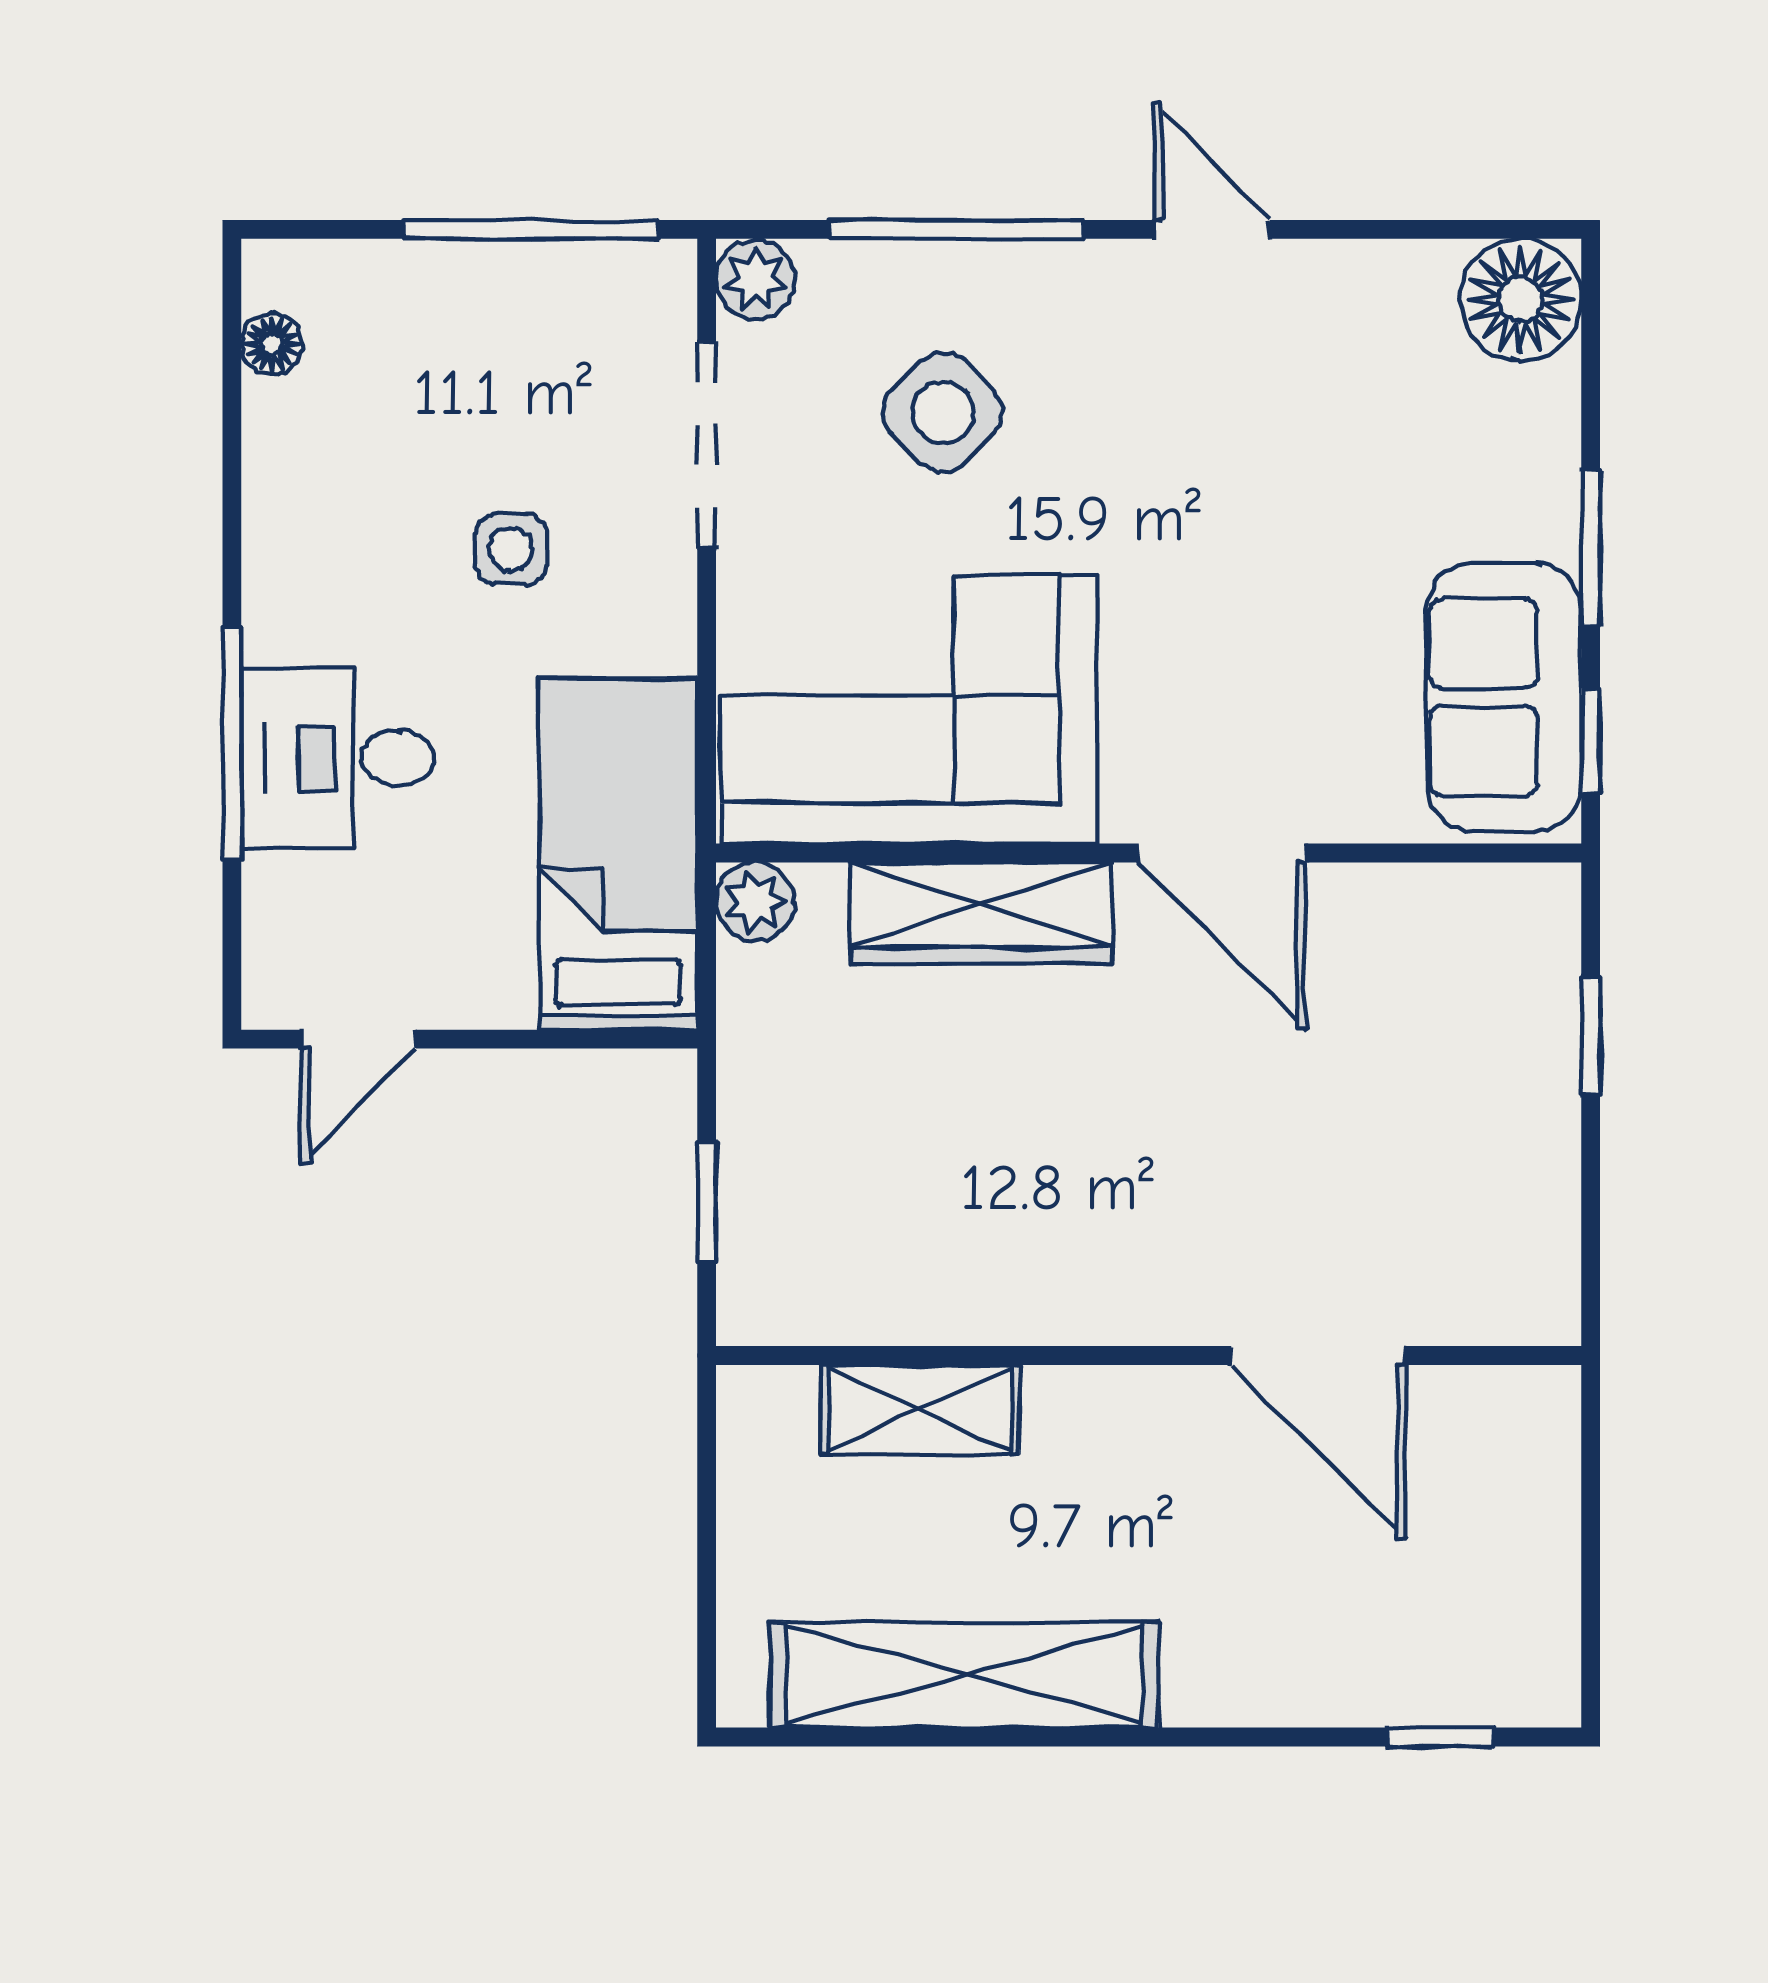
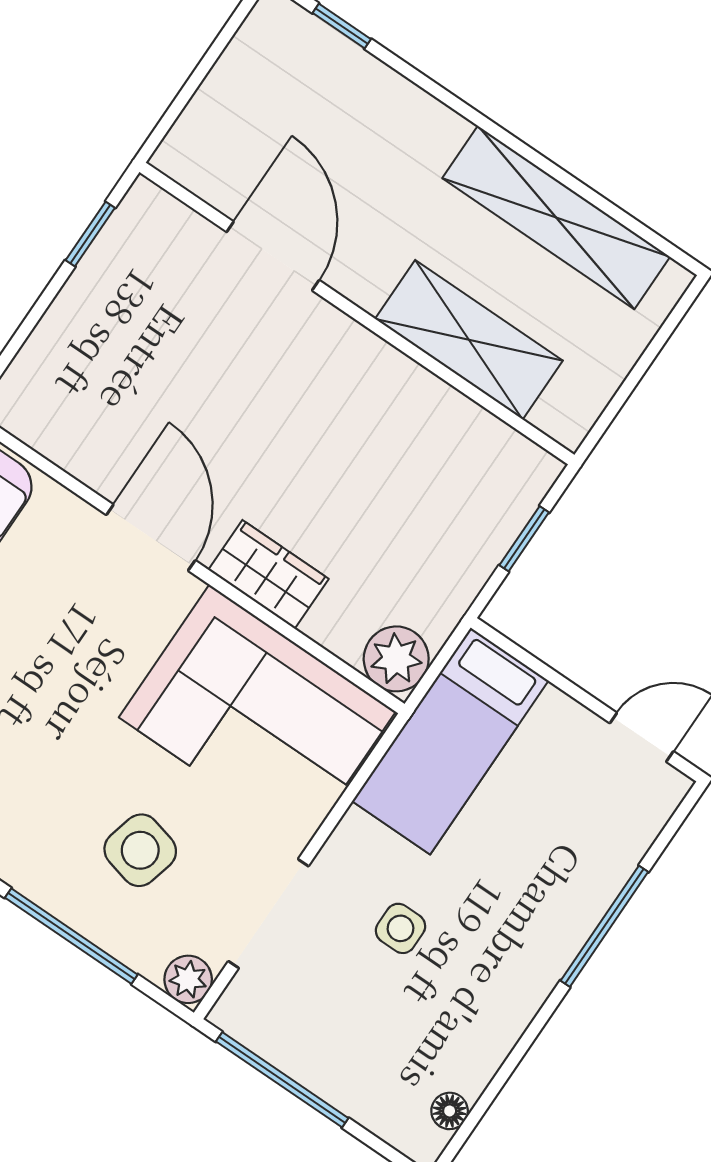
side table: (943, 412) -> (140, 850), turned -31
desk: (338, 758) -> (557, 883), removed
plant: (755, 902) -> (396, 659), width x1.38, depth x1.38
wardrobe: (982, 913) -> (269, 574), width x0.67
window: (1591, 1035) -> (90, 234), moved
shelving: (920, 1410) -> (469, 340), width x1.50, depth x1.33

